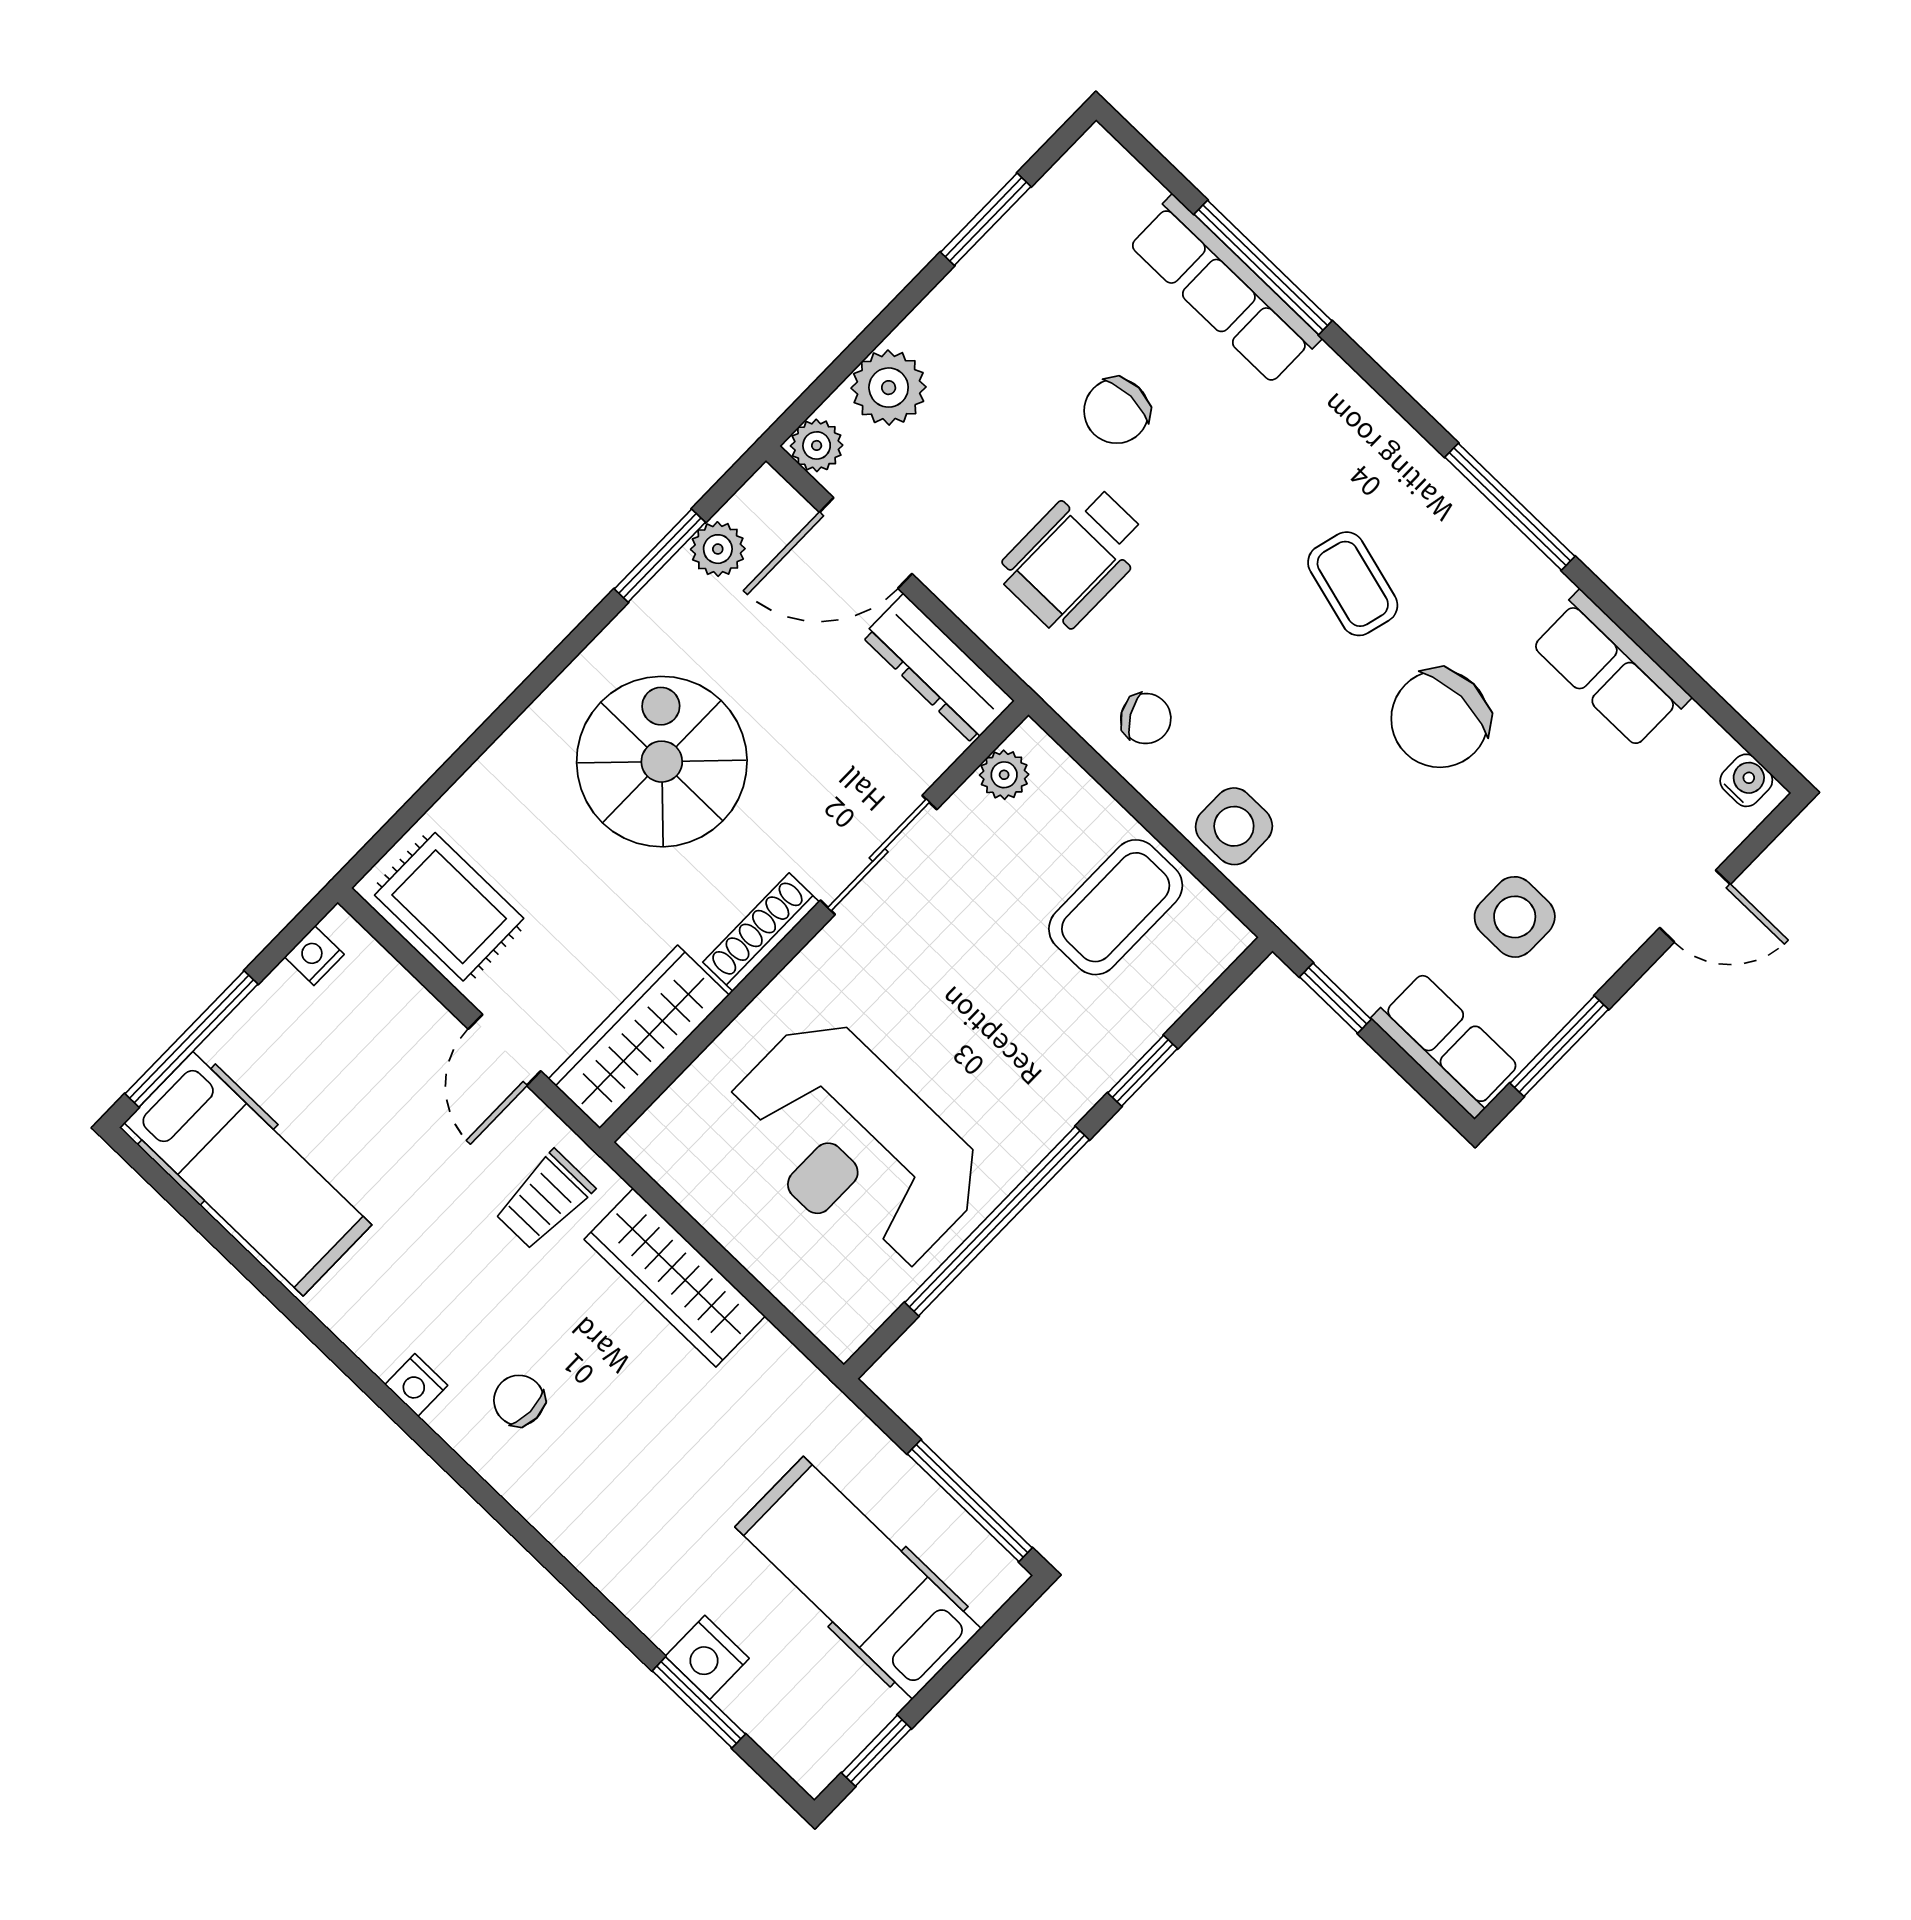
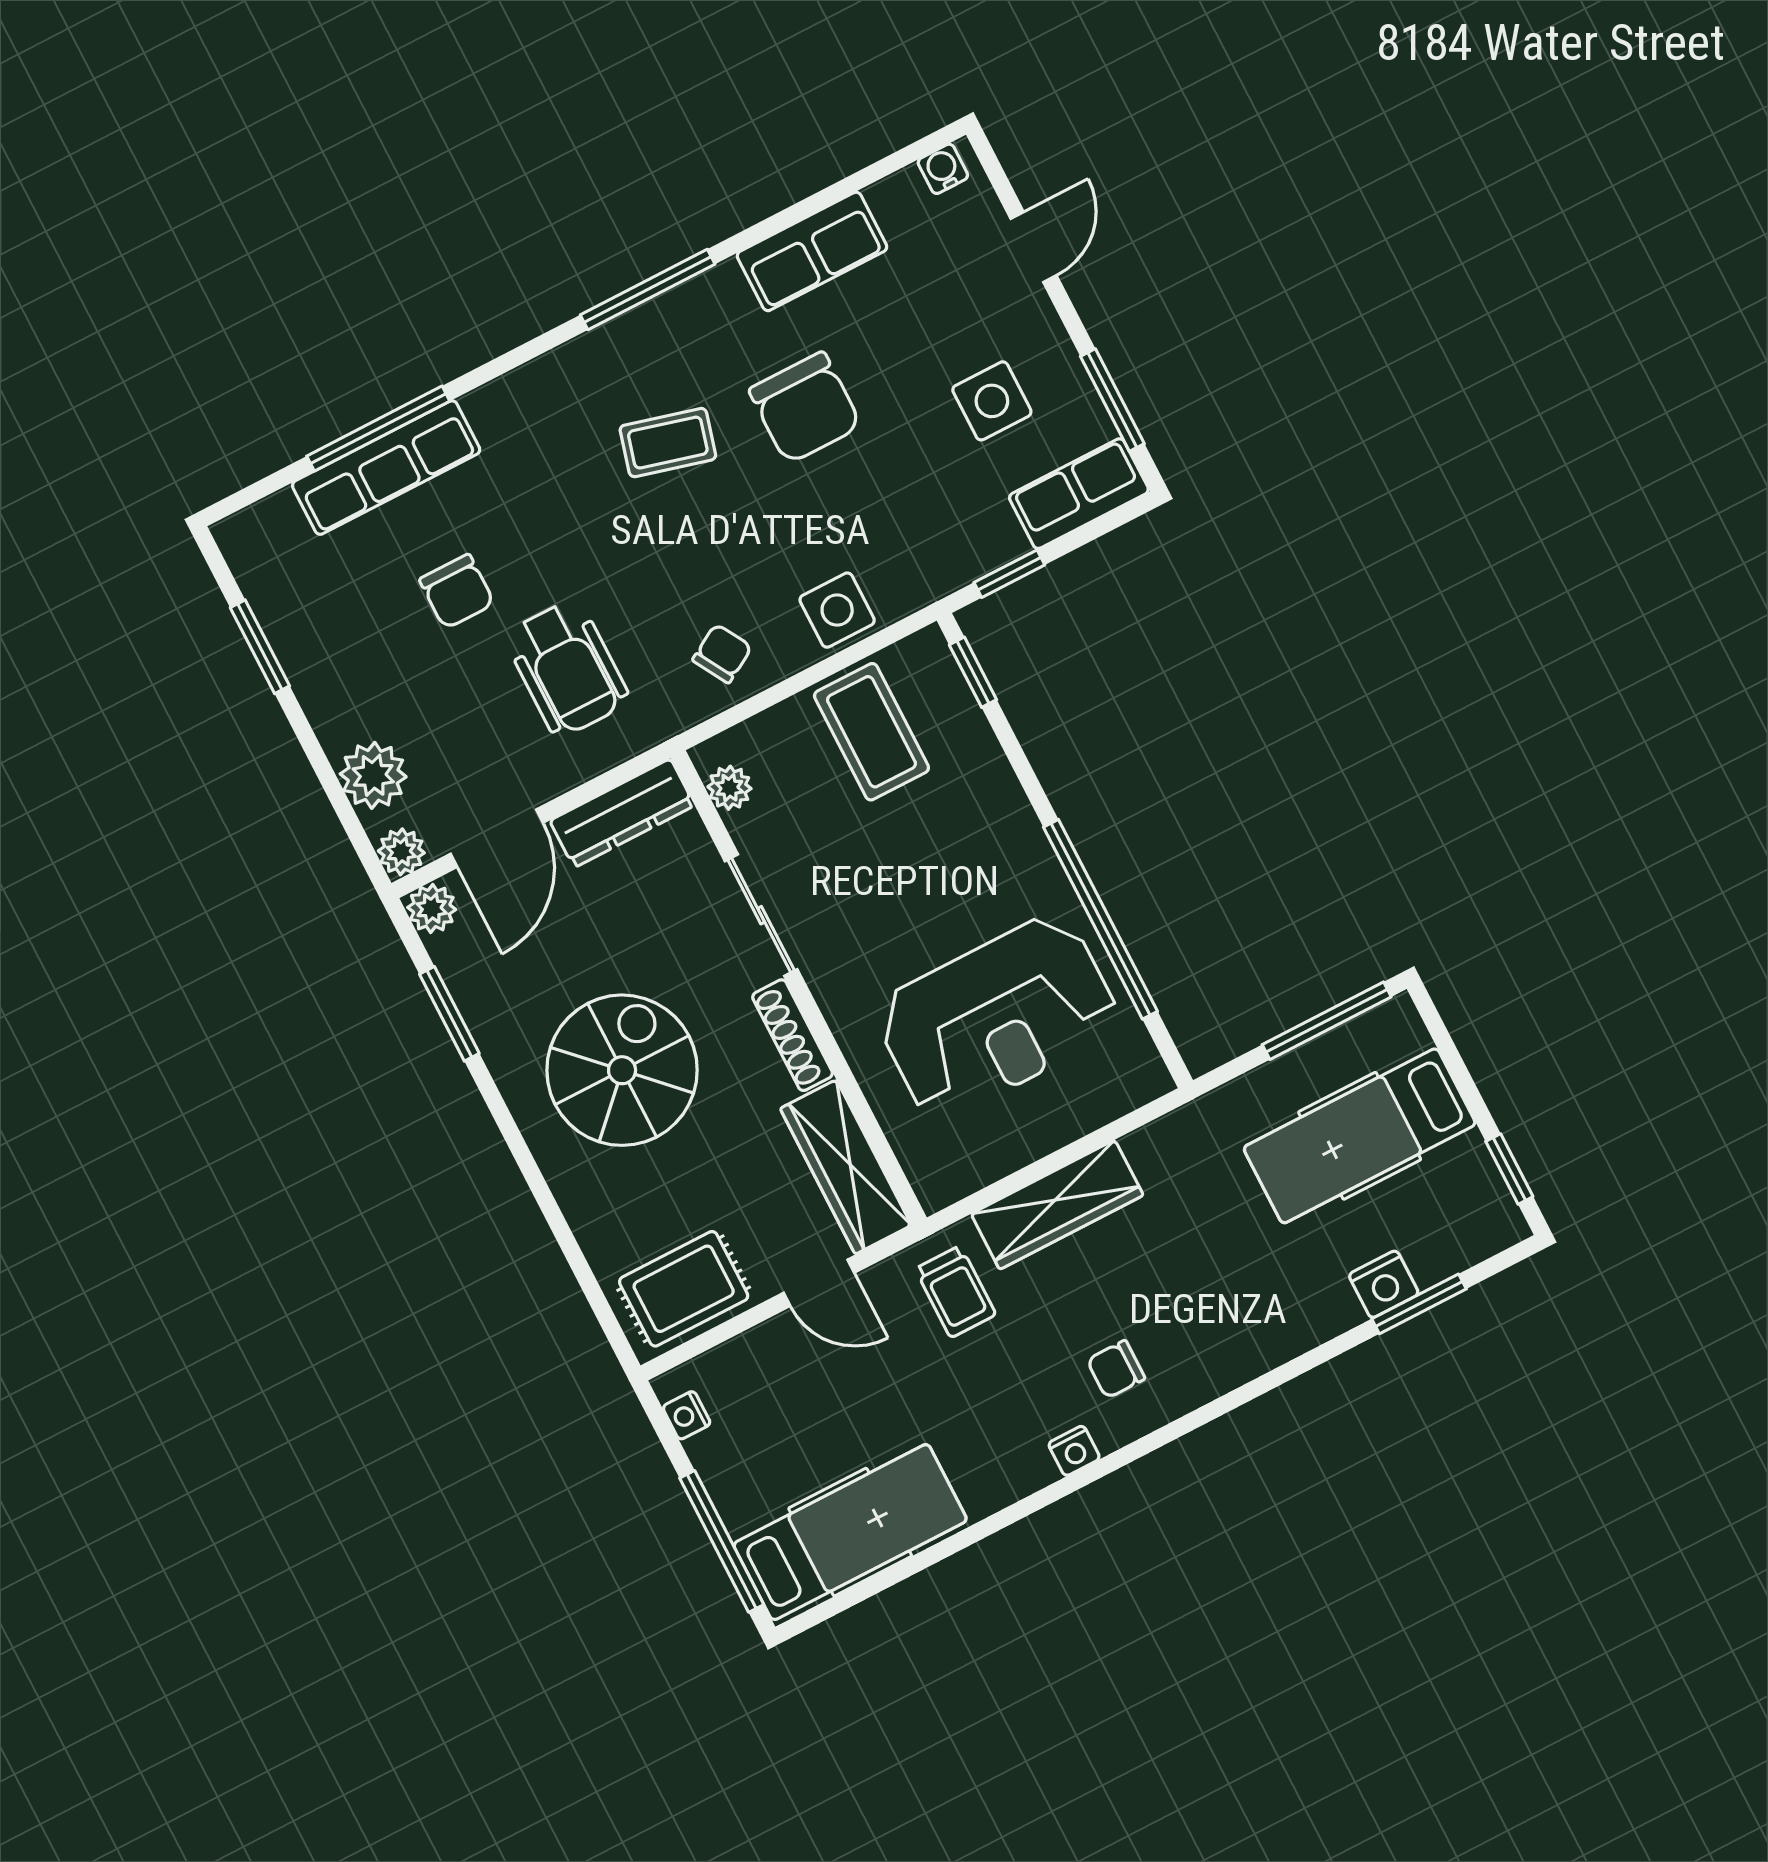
plant: (718, 549) -> (432, 909), moved
spiral stairs: (662, 762) -> (622, 1070), turned 90
window: (1143, 1071) -> (973, 672), moved

